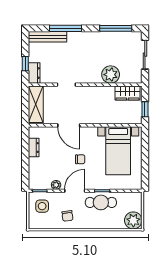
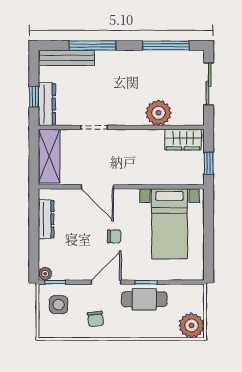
dresser: (34, 73) -> (47, 104), width x1.44
dresser: (34, 148) -> (46, 219), width x1.44
plant: (56, 185) -> (45, 274), moved

